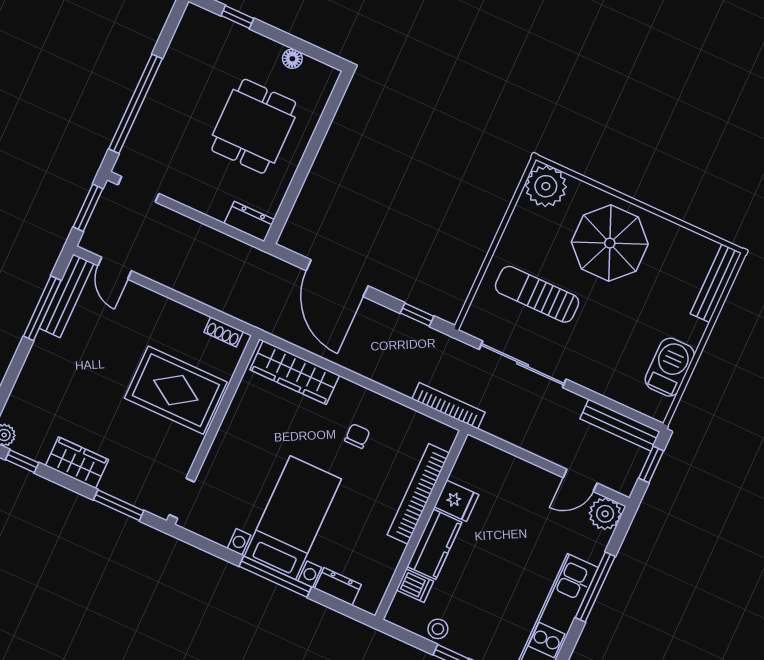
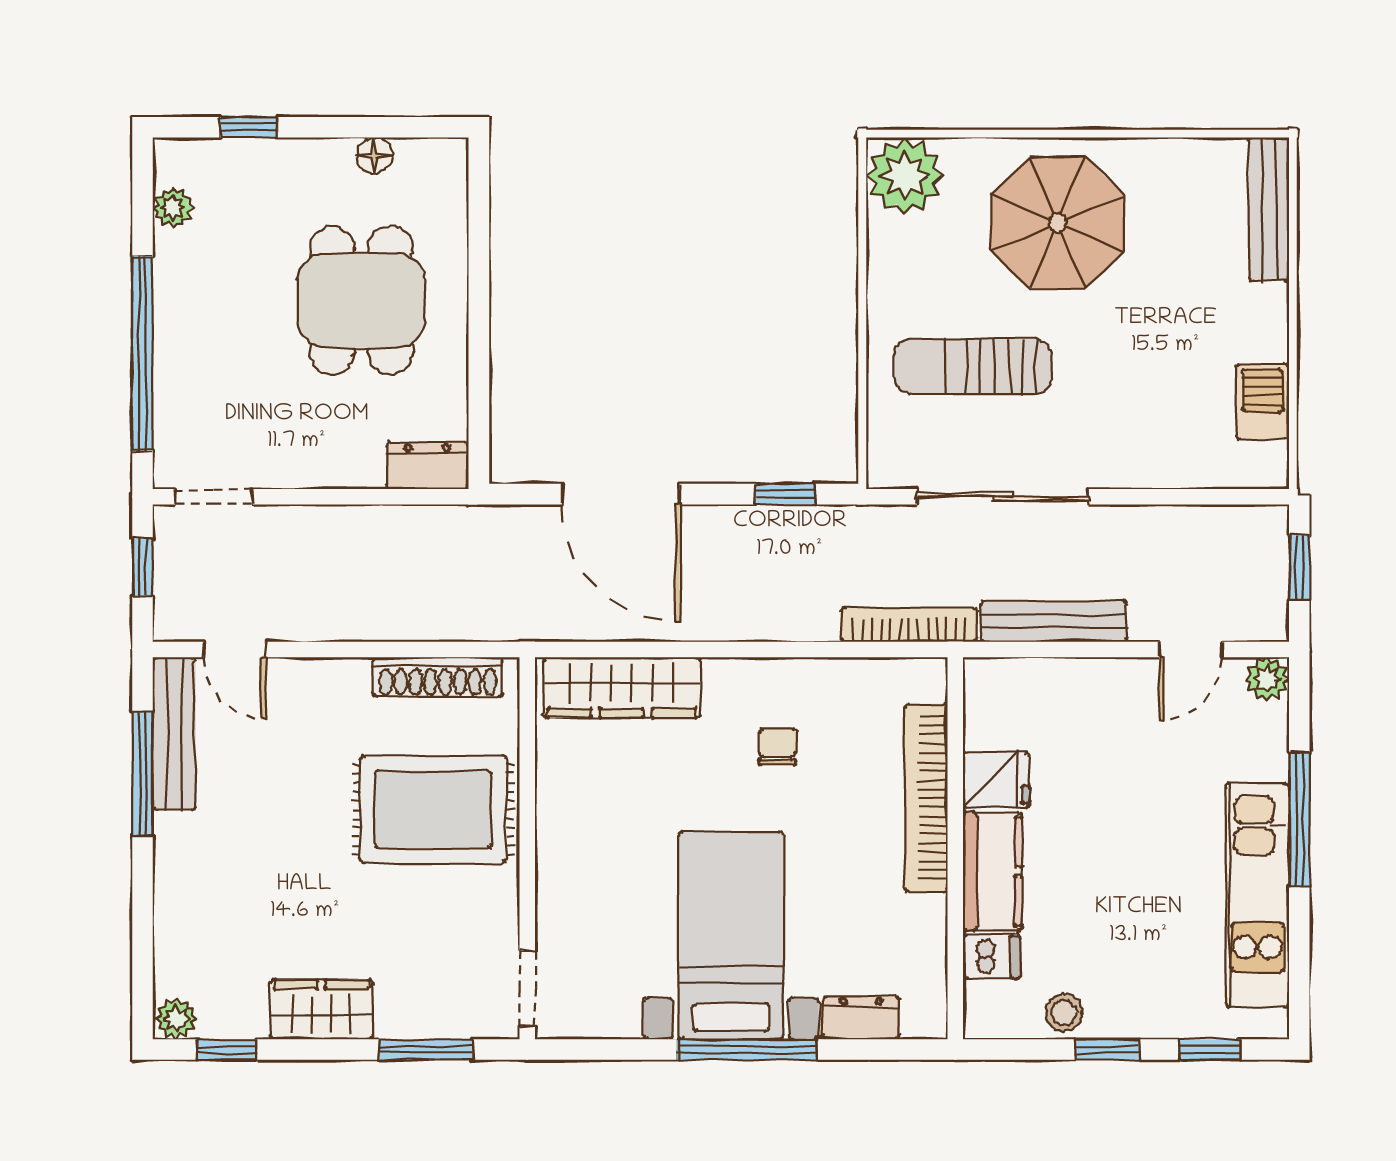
plant: (182, 39) -> (173, 208), added
window: (88, 208) -> (142, 567), width x0.67
shoe rack: (224, 332) -> (438, 677), width x1.94, depth x1.24
barbecue: (670, 367) -> (1262, 402), width x0.73, depth x0.79
bench: (620, 425) -> (1054, 621), moved
plant: (605, 514) -> (1267, 679), width x0.73, depth x0.73

